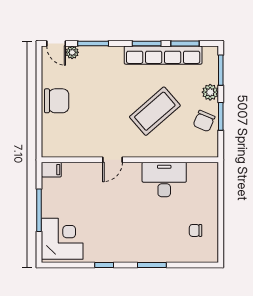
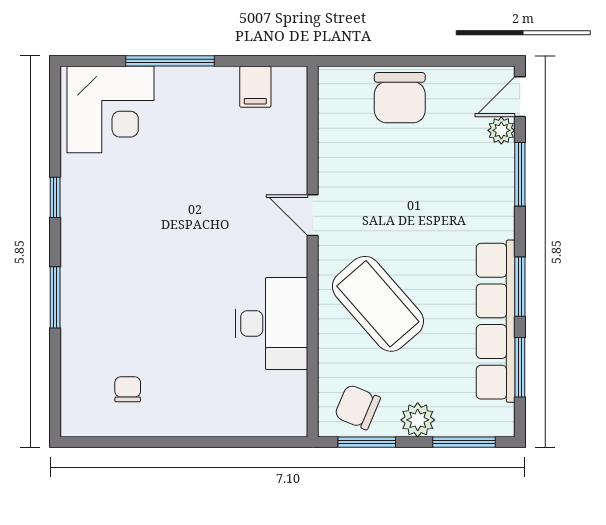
door: (113, 160) -> (313, 215), moved
wall: (130, 160) -> (313, 252), moved
desk: (164, 180) -> (271, 323), moved

